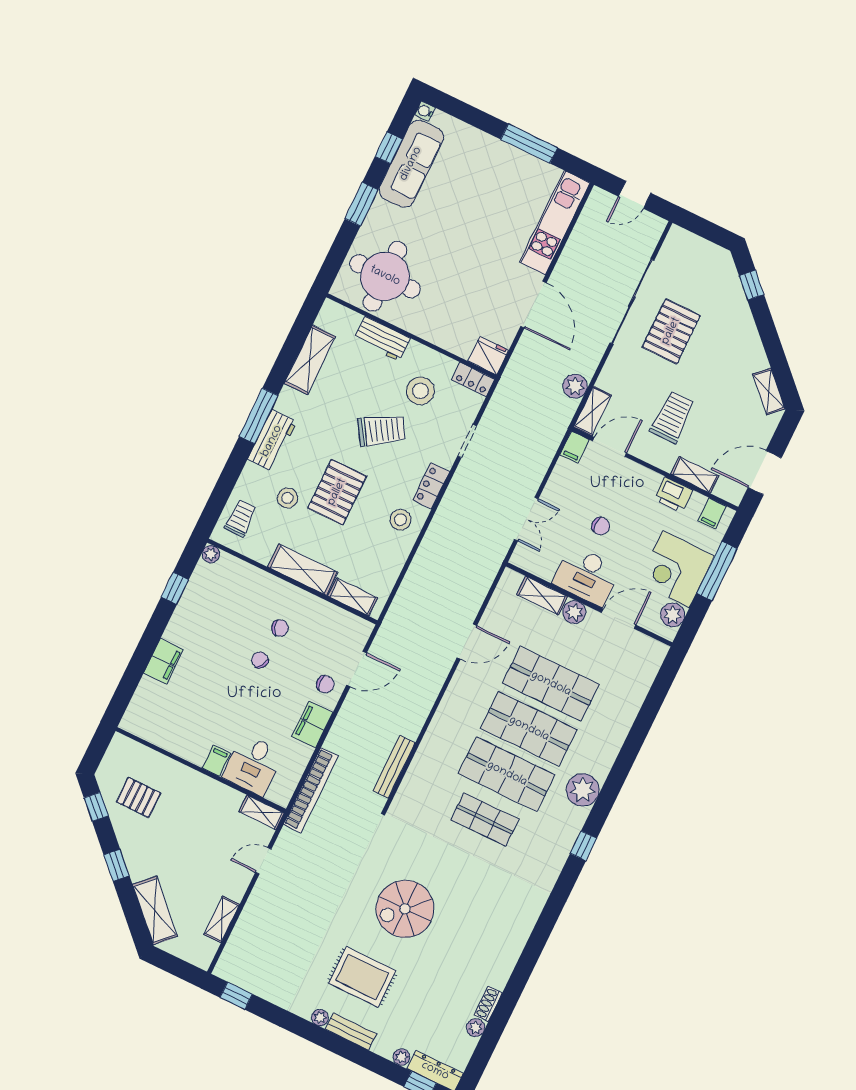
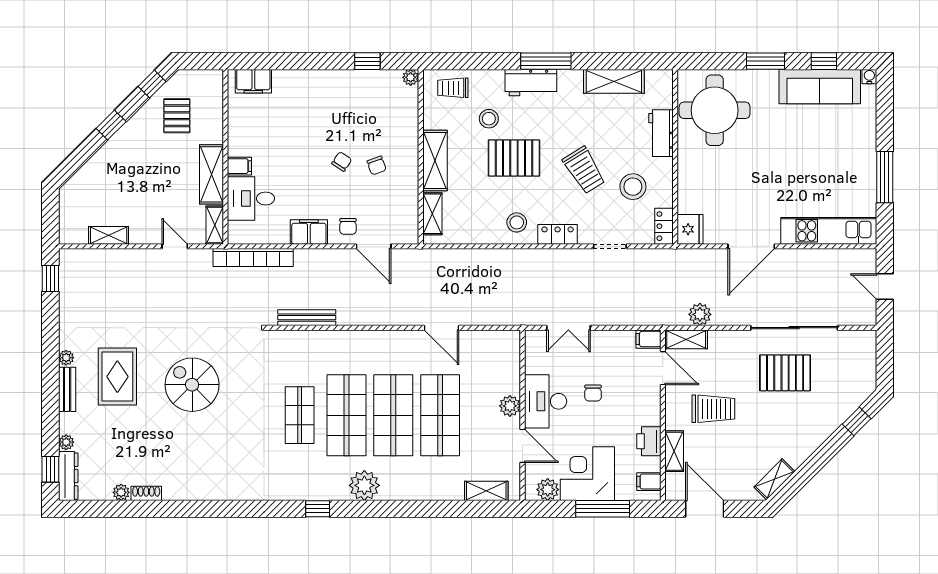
trolley: (241, 518) -> (453, 88), turned 180
shelving: (542, 596) -> (486, 491), moved, turned 90
filing cabinet: (163, 661) -> (253, 81), moved
shelving: (155, 910) -> (211, 174), moved, turned -45

